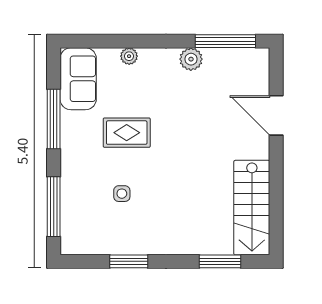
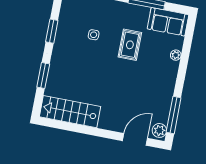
plant: (191, 59) -> (159, 130), moved
door: (276, 115) -> (135, 139), moved
window: (220, 261) -> (43, 76), moved

